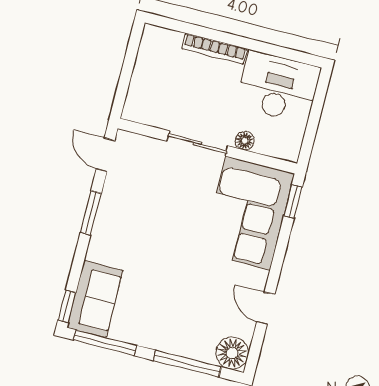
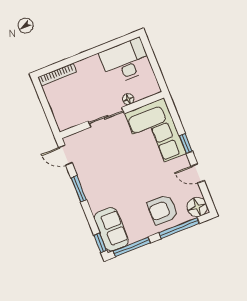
bookcase: (214, 49) -> (57, 75), moved
window: (293, 201) -> (186, 143), moved
armchair: (183, 323) -> (163, 210), added

